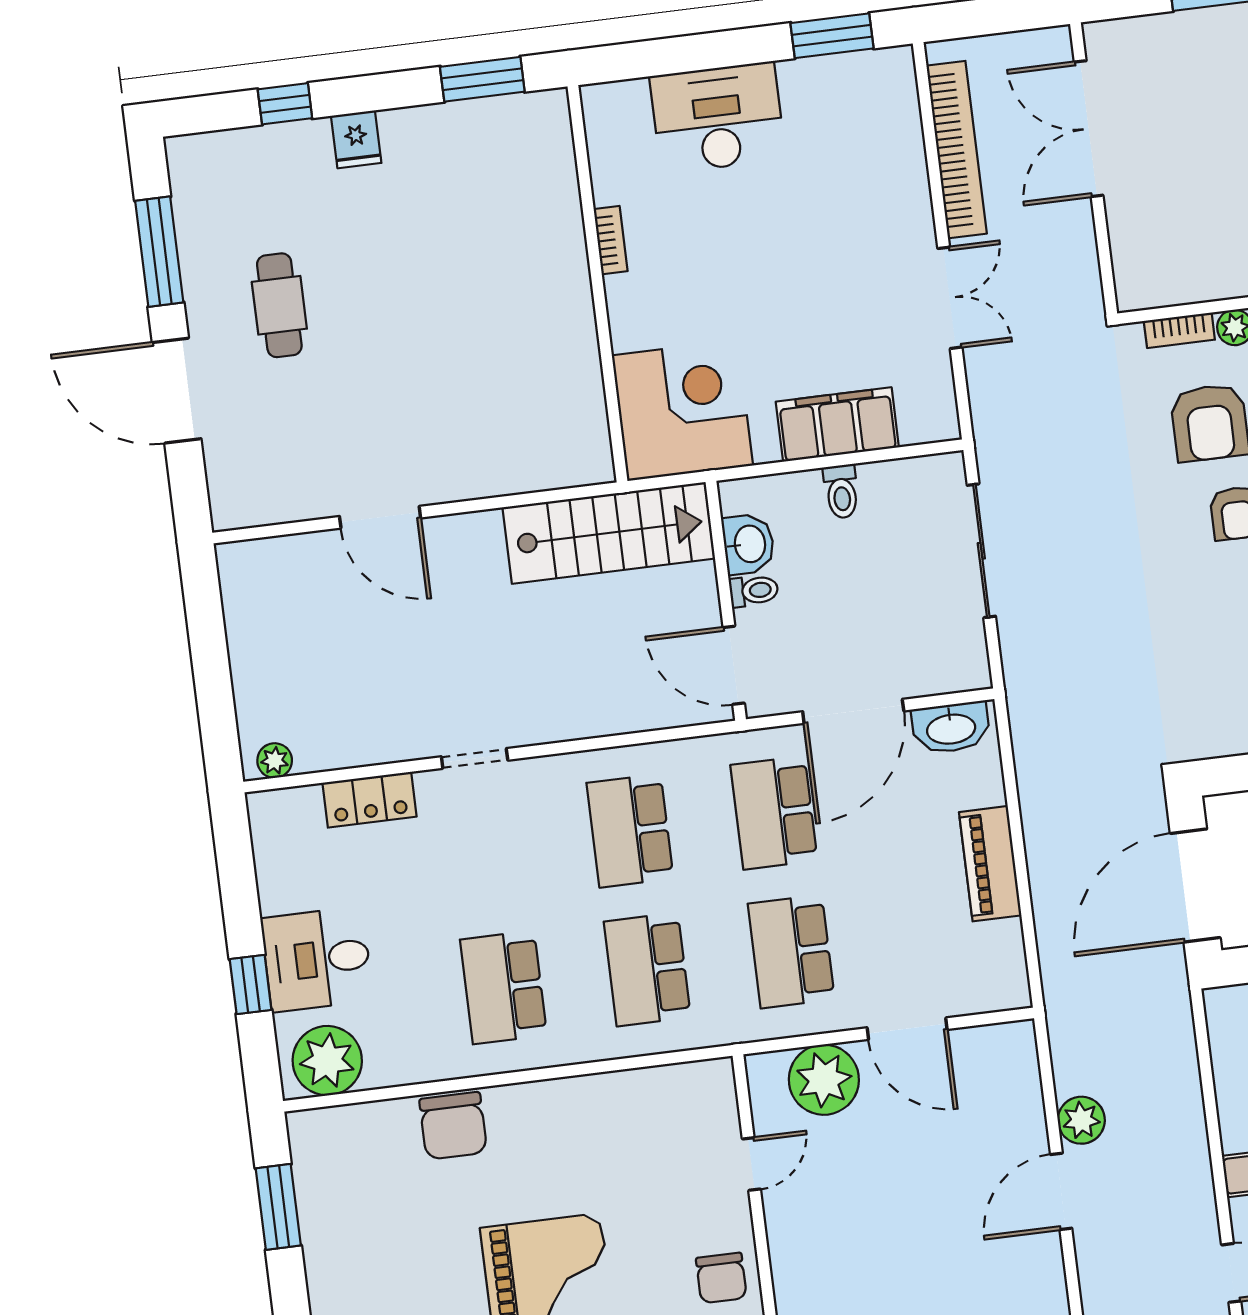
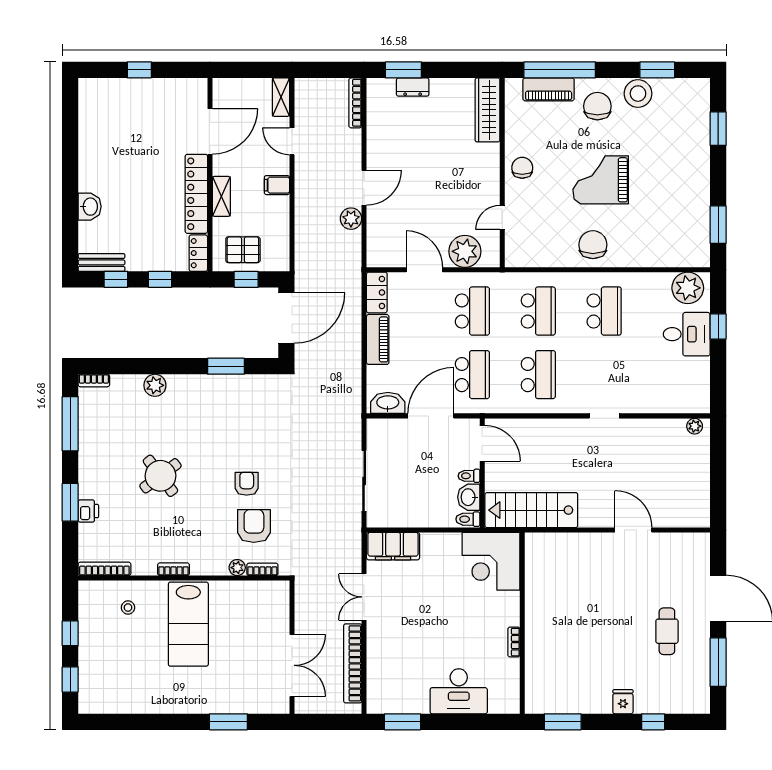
filing cabinet: (837, 424) -> (393, 546), moved
toilet: (841, 491) -> (468, 519), moved, turned -90
locker: (369, 800) -> (377, 292), moved, turned 90
chair: (453, 1126) -> (593, 245), moved

